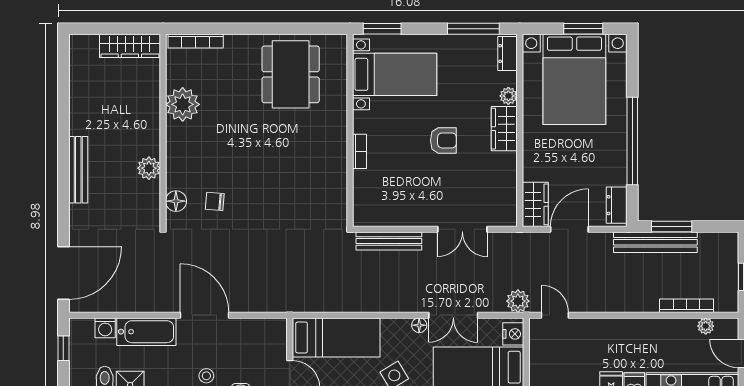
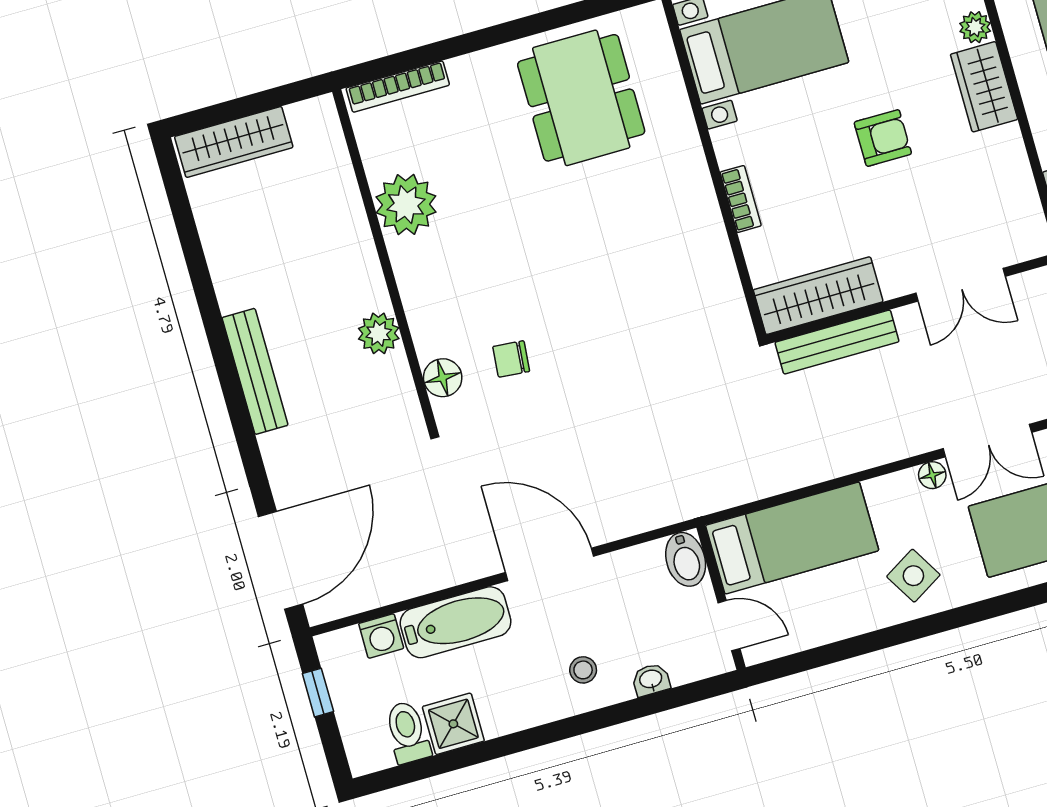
wardrobe: (130, 46) -> (234, 142), moved
wardrobe: (386, 214) -> (818, 296), added
bidet: (277, 333) -> (686, 559), added

